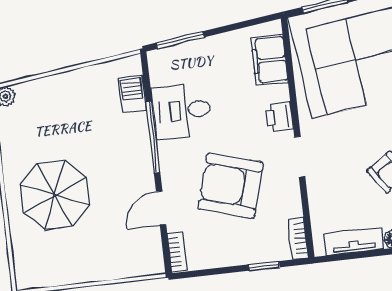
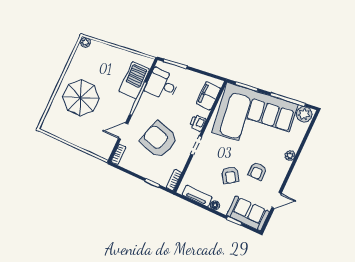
barbecue: (132, 94) -> (134, 80), width x1.88, depth x1.53
desk: (182, 111) -> (162, 84), moved

